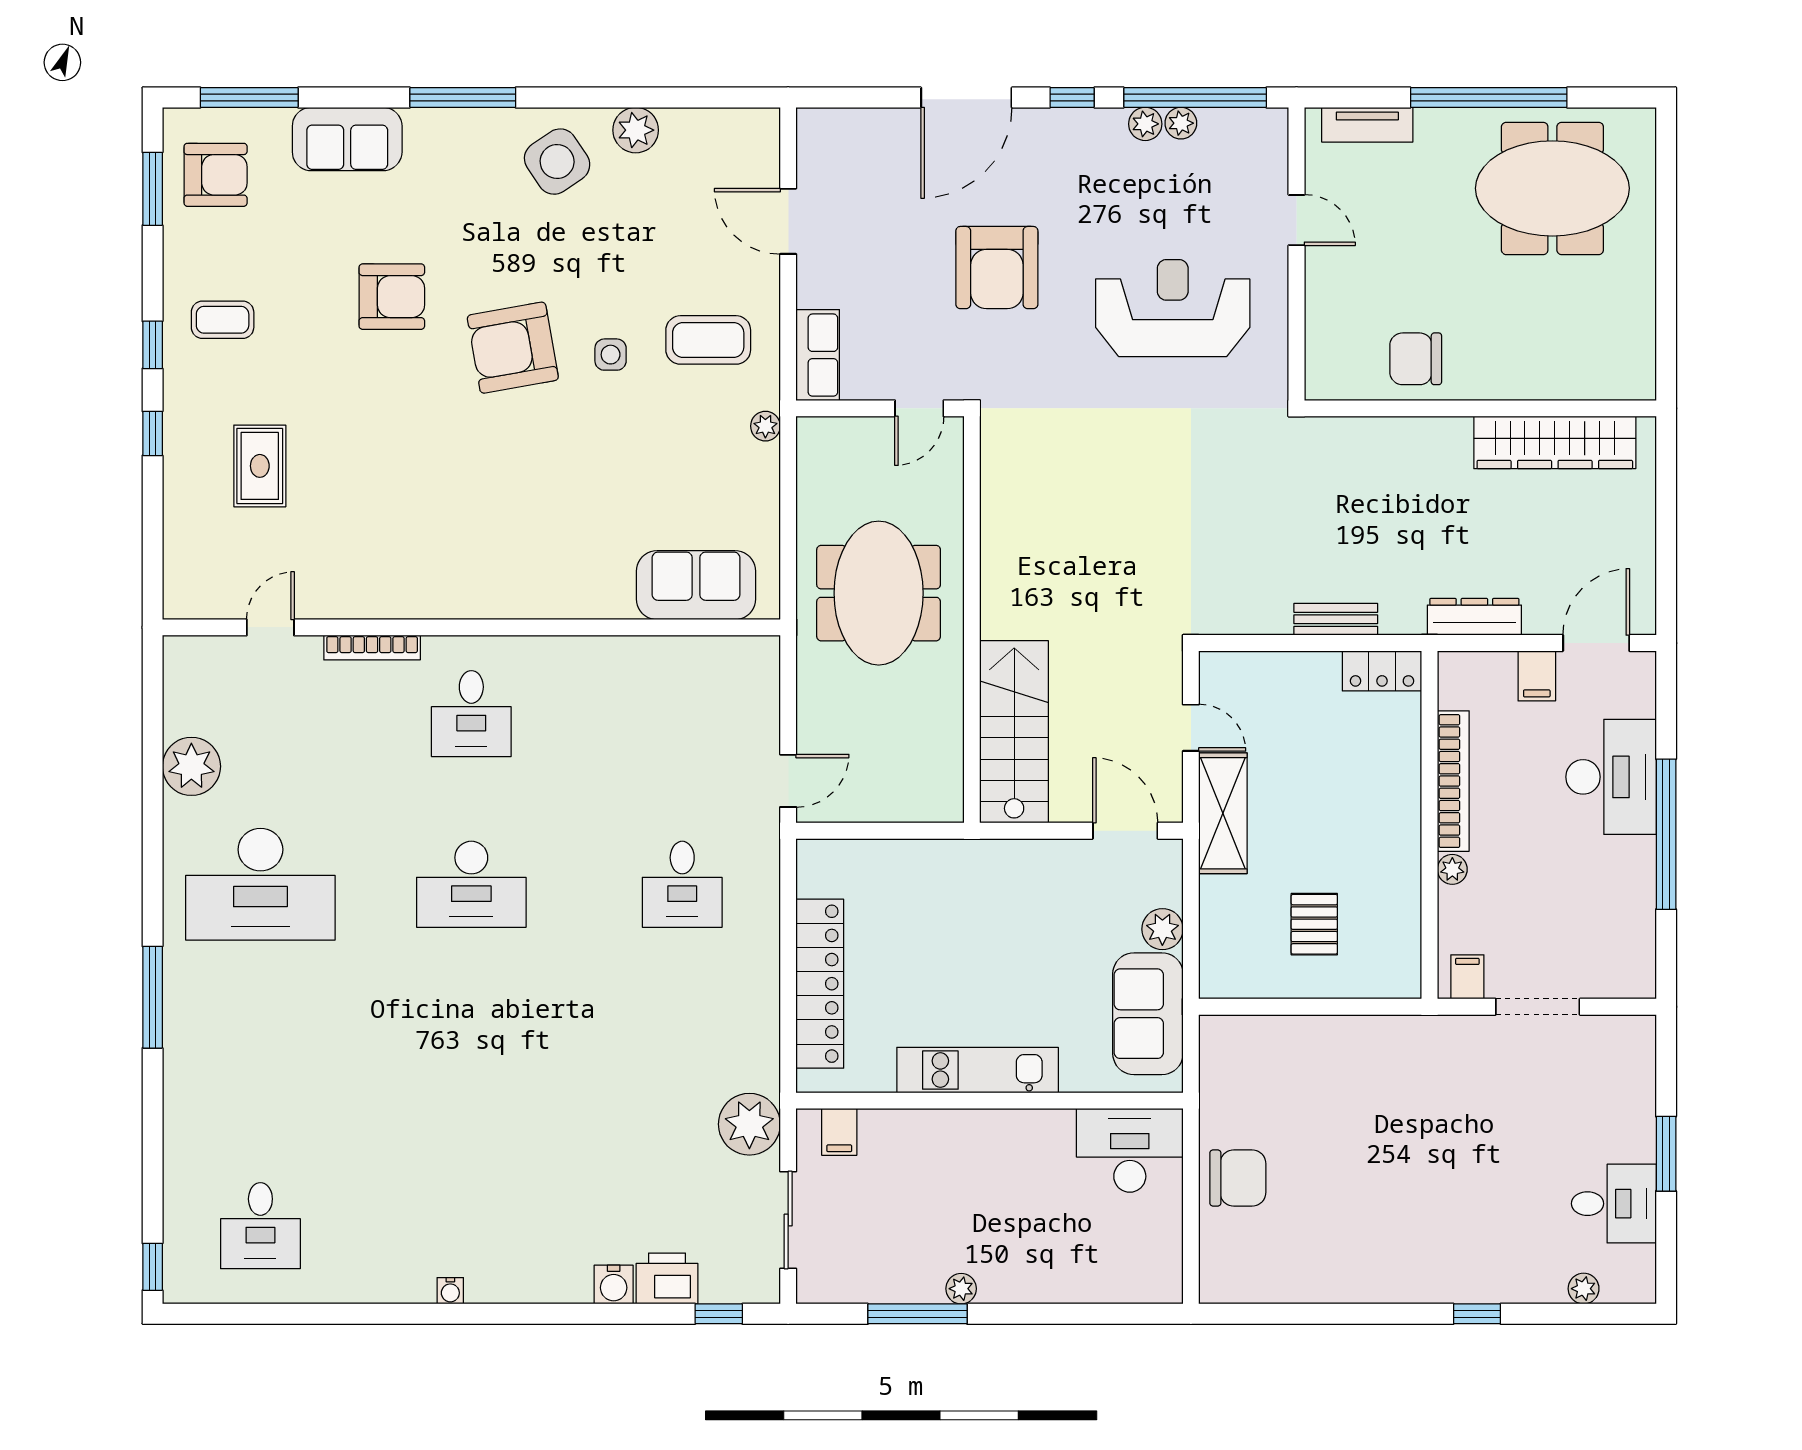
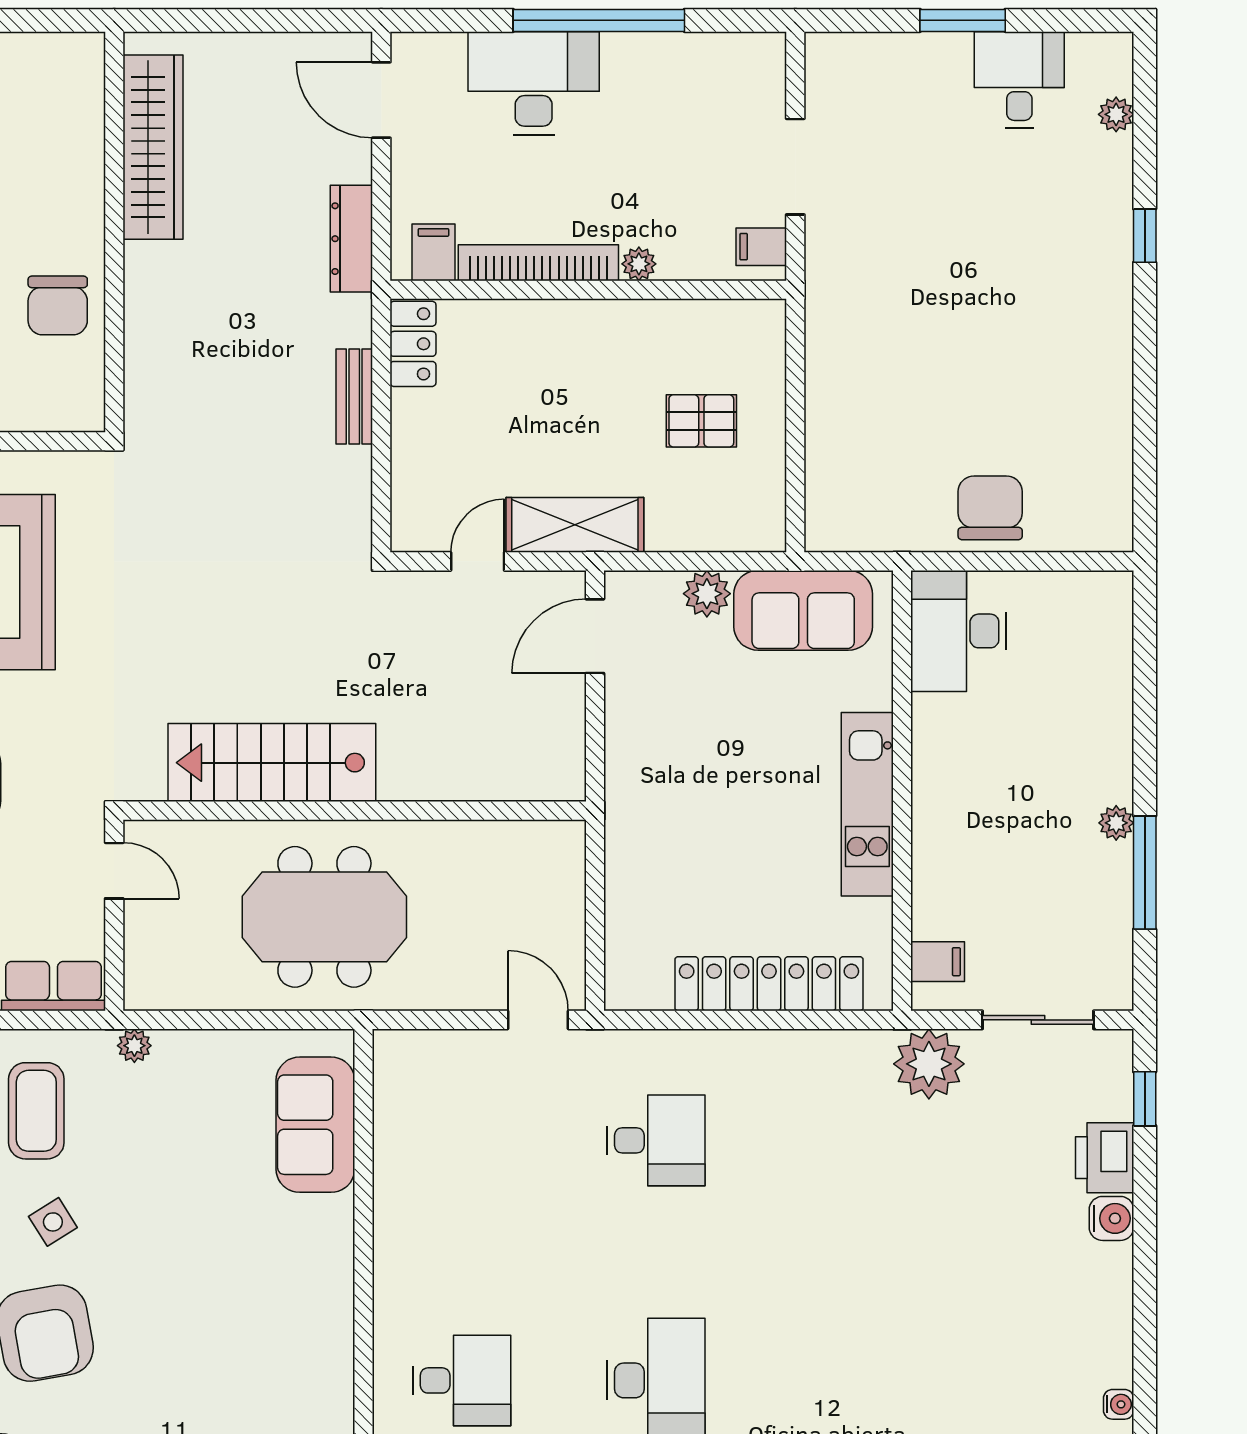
side table: (611, 355) -> (53, 1222), turned -32
filing cabinet: (1537, 676) -> (433, 252), moved, turned -90
stairs: (1014, 732) -> (272, 763), moved

